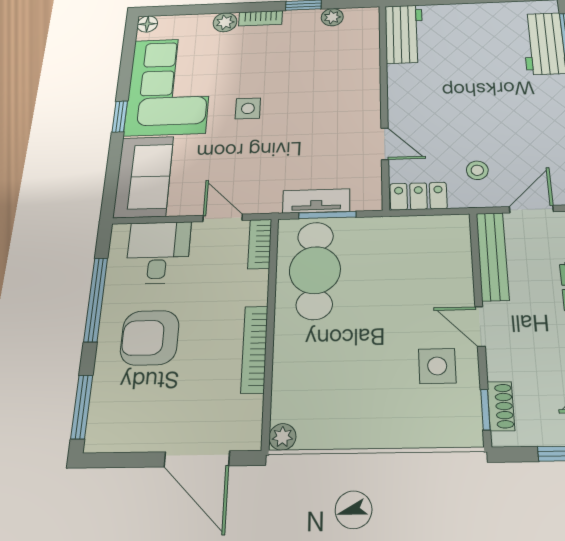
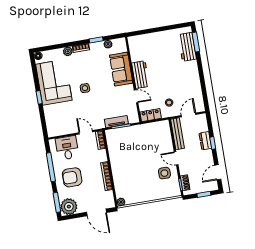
workbench: (404, 34) -> (140, 75), moved
sofa: (144, 177) -> (121, 69), moved, turned 180
cafe table: (315, 270) -> (121, 147), removed
plant: (115, 426) -> (69, 207), added

